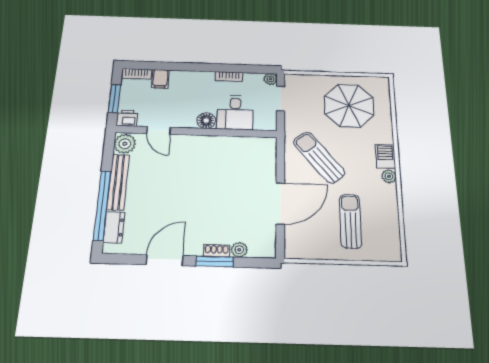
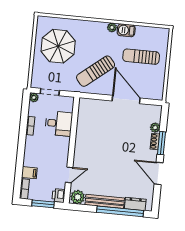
floor lamp: (206, 121) -> (64, 143), removed
barbecue: (385, 156) -> (126, 30), moved

